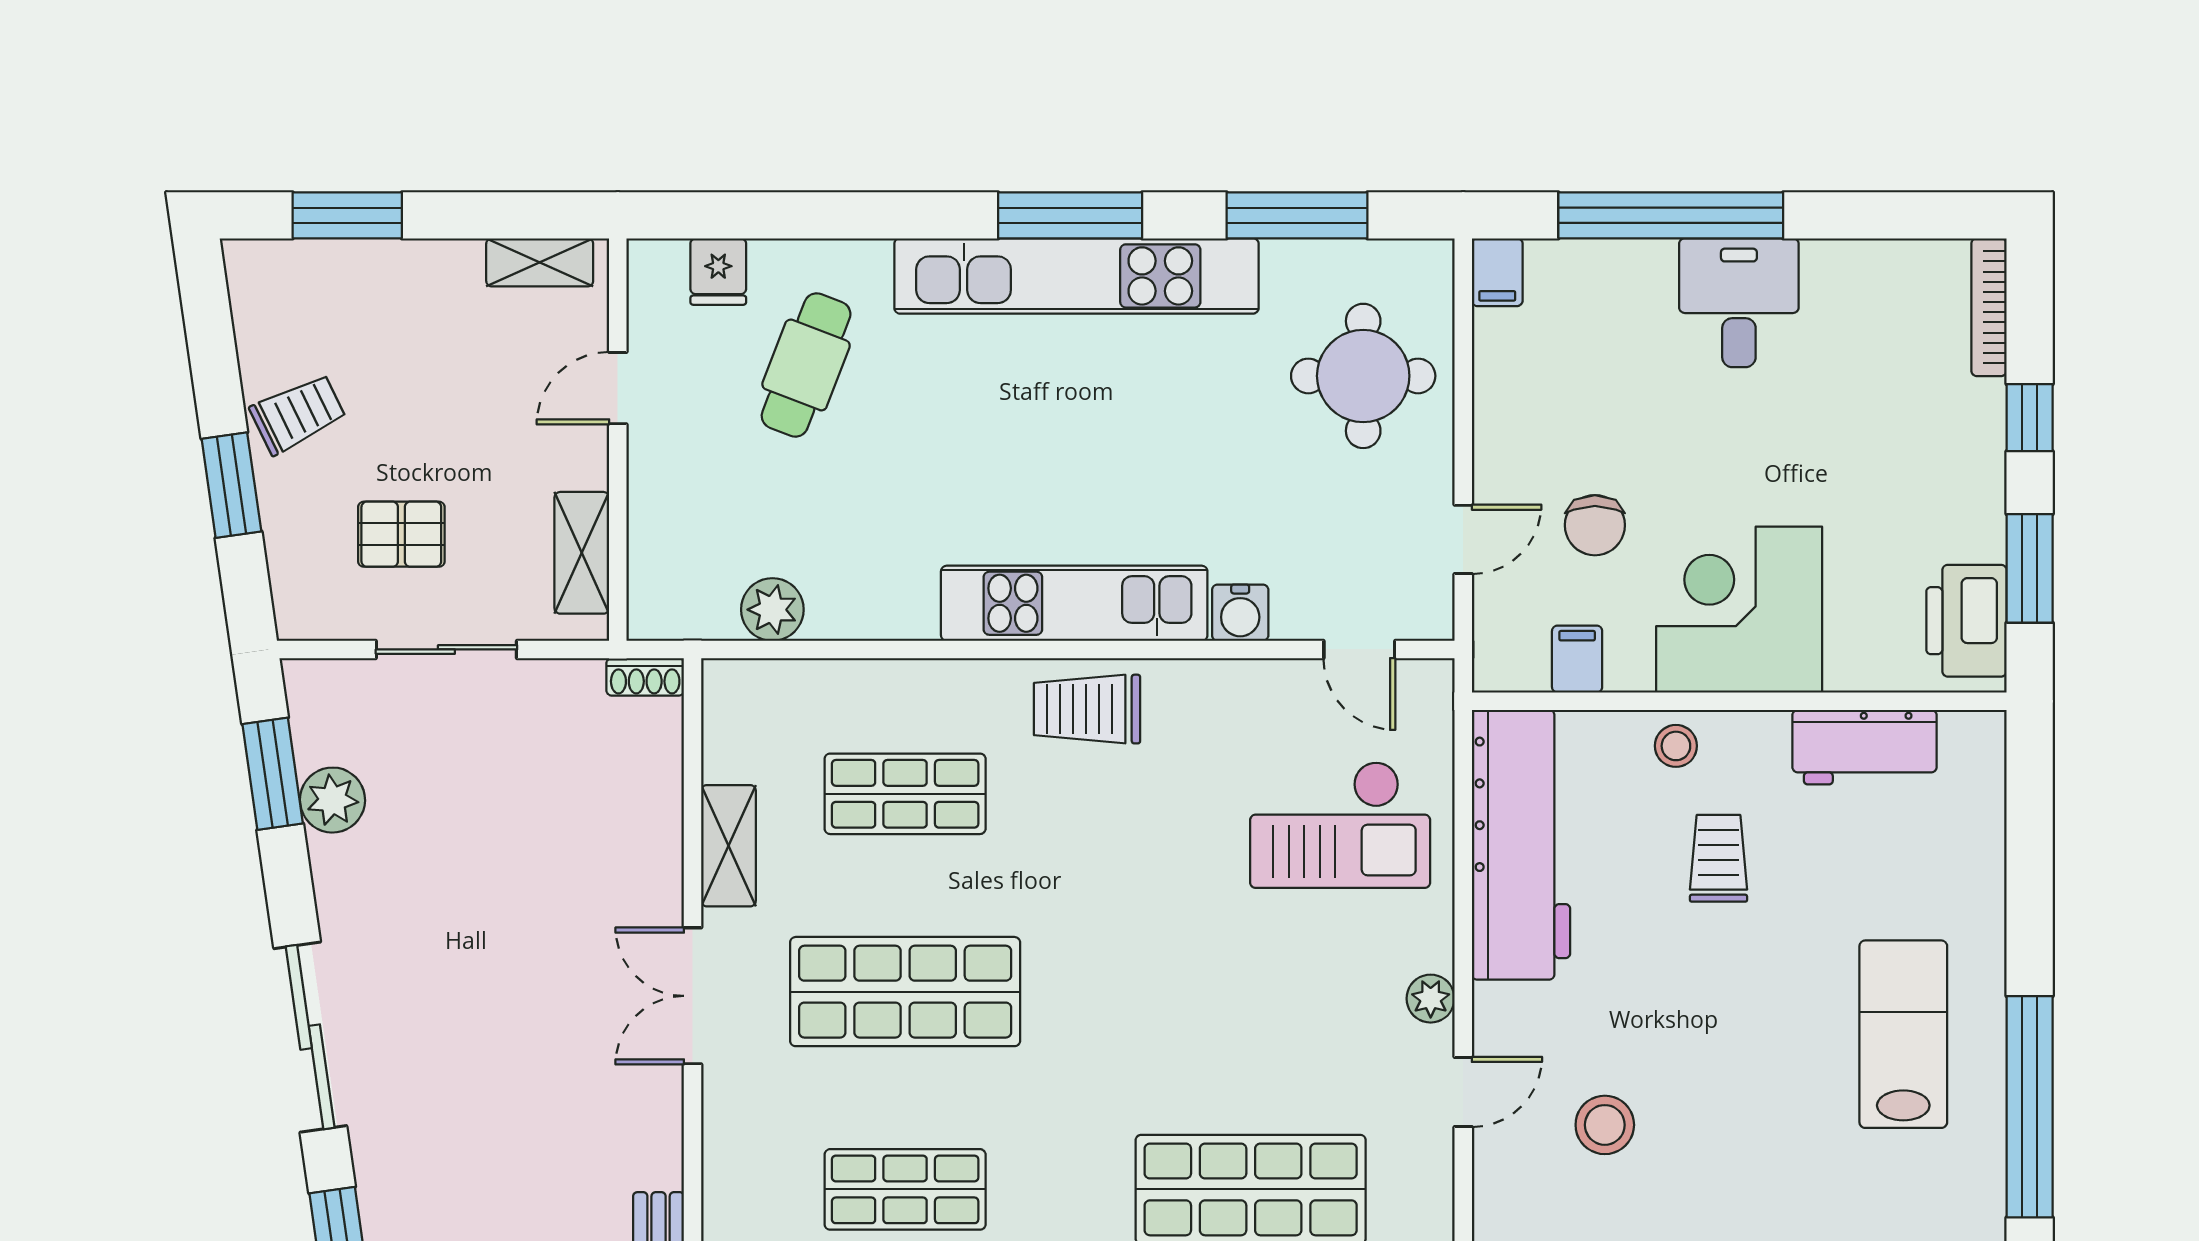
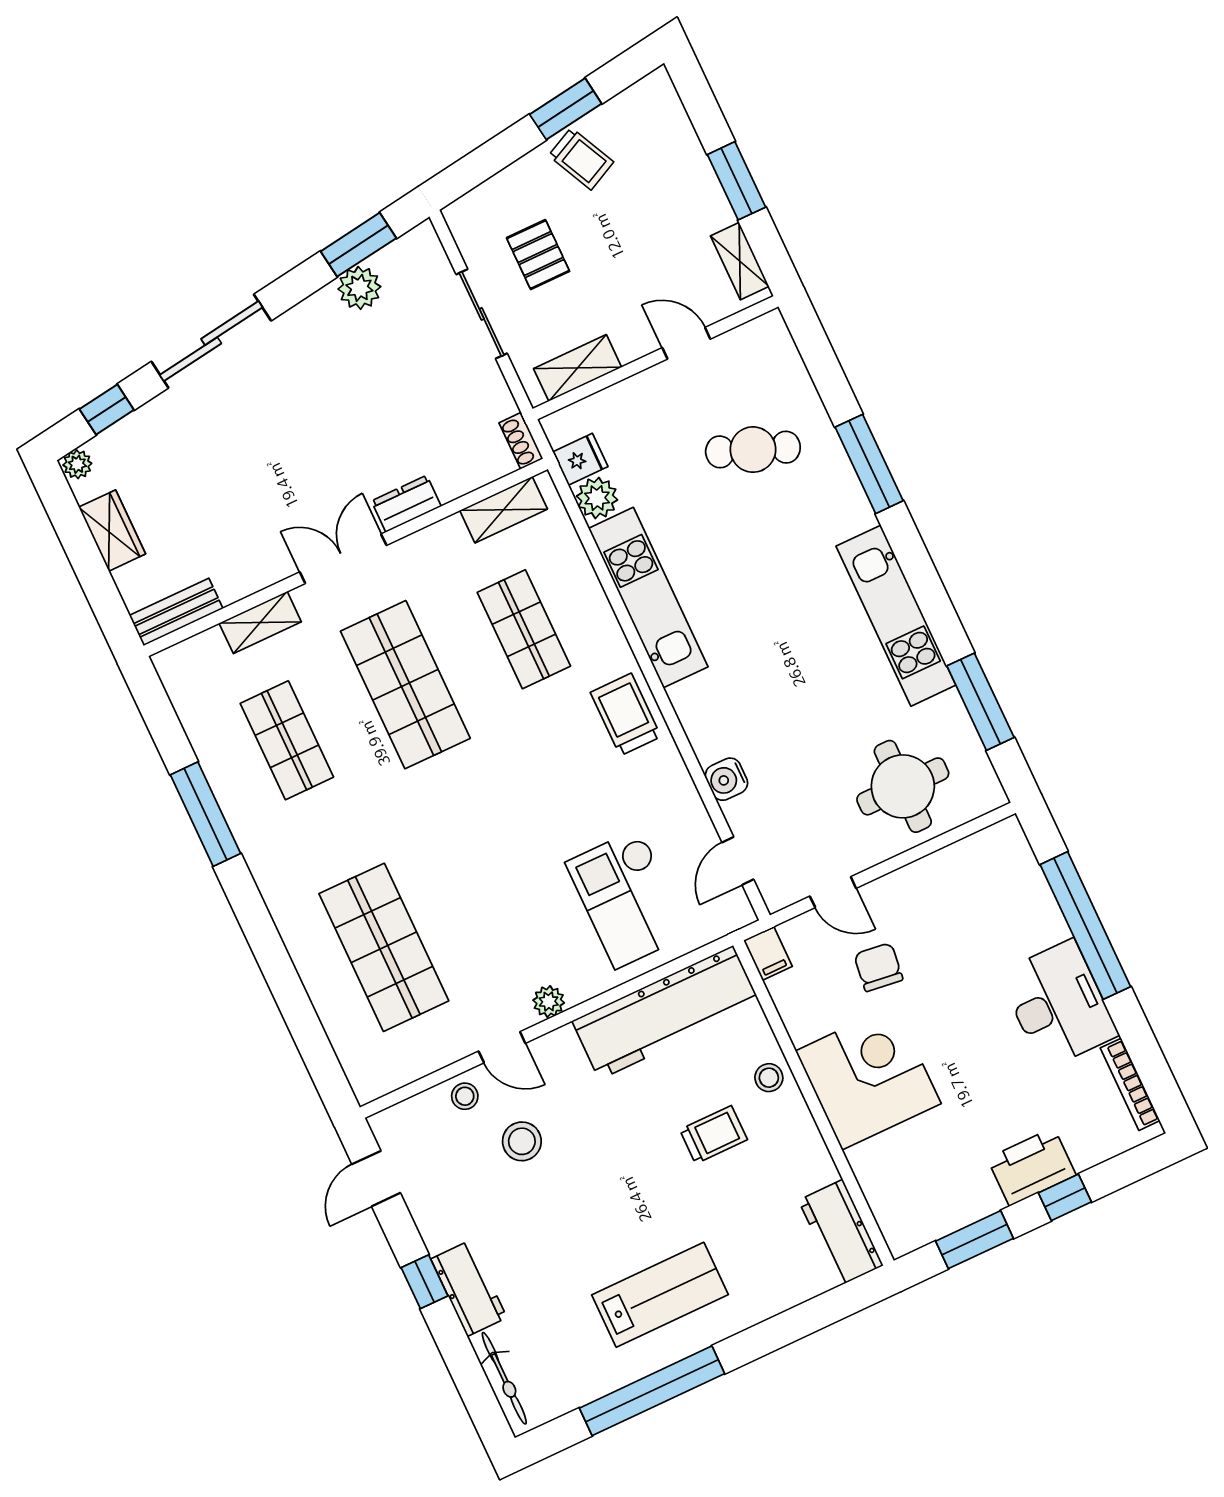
window: (347, 215) -> (736, 181), moved
window: (1070, 215) -> (869, 464), moved
fridge: (718, 272) -> (580, 459), moved, turned 180
filing cabinet: (1497, 272) -> (1003, 838), removed
kitchen unit: (1076, 276) -> (896, 616), width x0.73
desk: (1739, 303) -> (1058, 1004), width x1.37
bookcase: (1989, 307) -> (1130, 1084), moved, turned -90
window: (231, 485) -> (566, 109), moved
chair: (1595, 525) -> (878, 967), turned 97
kitchen unit: (1074, 603) -> (648, 598), moved
printer: (1966, 621) -> (1032, 1167), moved
filing cabinet: (1577, 659) -> (768, 953), moved, turned 90
workbench: (1865, 747) -> (841, 1233), moved
shelving: (729, 846) -> (504, 510), moved
dresser: (658, 874) -> (406, 504), added
shelving: (727, 1150) -> (260, 622), added
stool: (1506, 1174) -> (465, 1096), added

